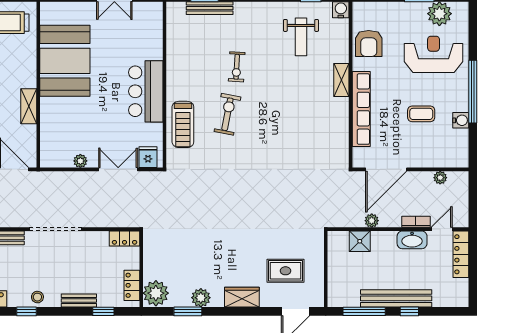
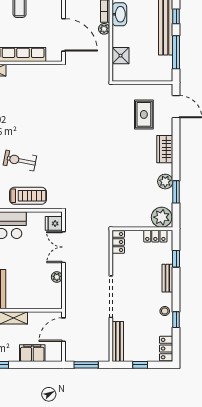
plant: (372, 221) -> (104, 29), moved

